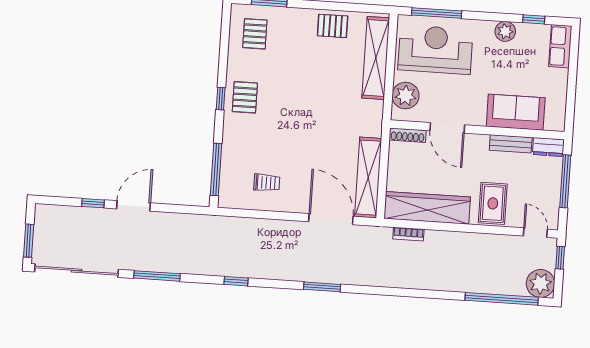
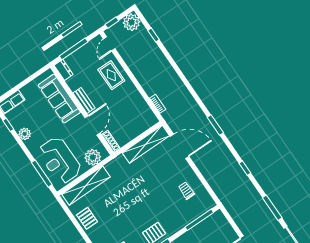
sofa: (516, 112) -> (59, 99), width x1.36
bench: (511, 144) -> (84, 100), moved
rug: (493, 203) -> (111, 75), turned 90
wardrobe: (427, 208) -> (138, 105), removed
door: (331, 219) -> (180, 146), swing flipped
window: (502, 299) -> (153, 35), width x0.32

